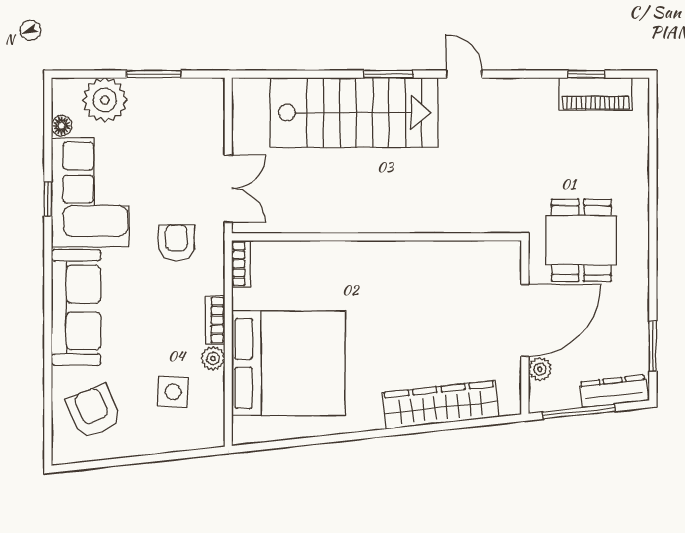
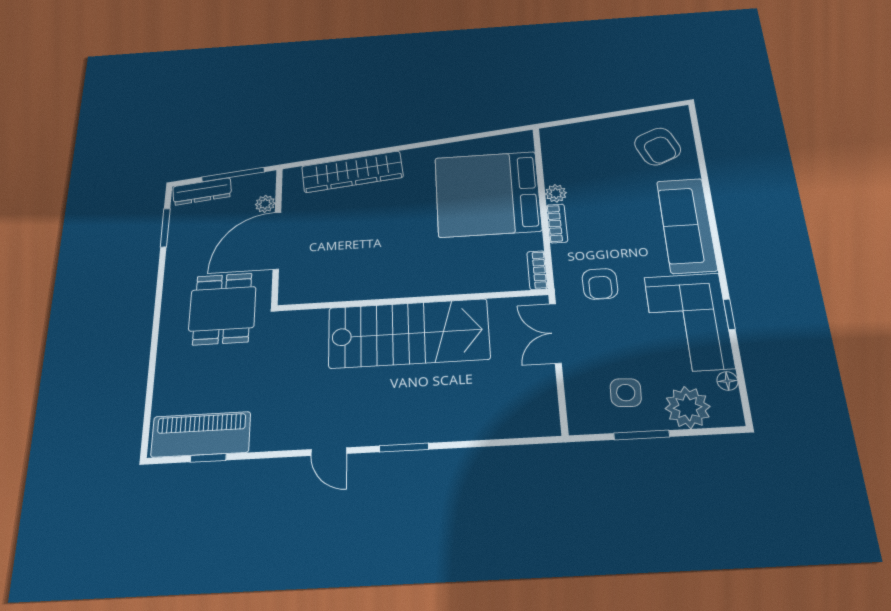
piano: (595, 94) -> (201, 434), width x1.37, depth x1.33
stairs: (354, 113) -> (408, 333), moved, turned 180
side table: (173, 392) -> (626, 393), moved

